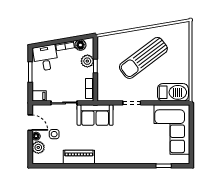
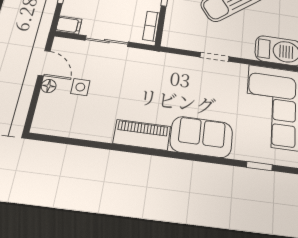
sofa: (95, 115) -> (201, 137), moved, turned 180
plant: (38, 147) -> (48, 105), removed
piano: (79, 157) -> (142, 135), moved

